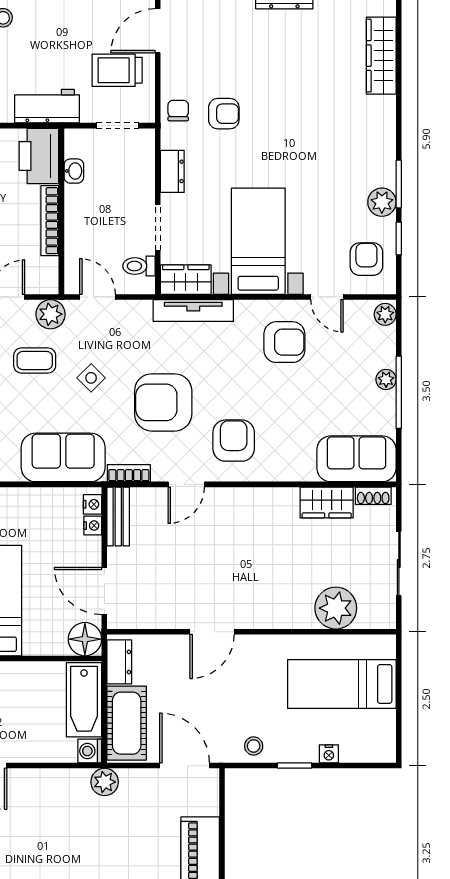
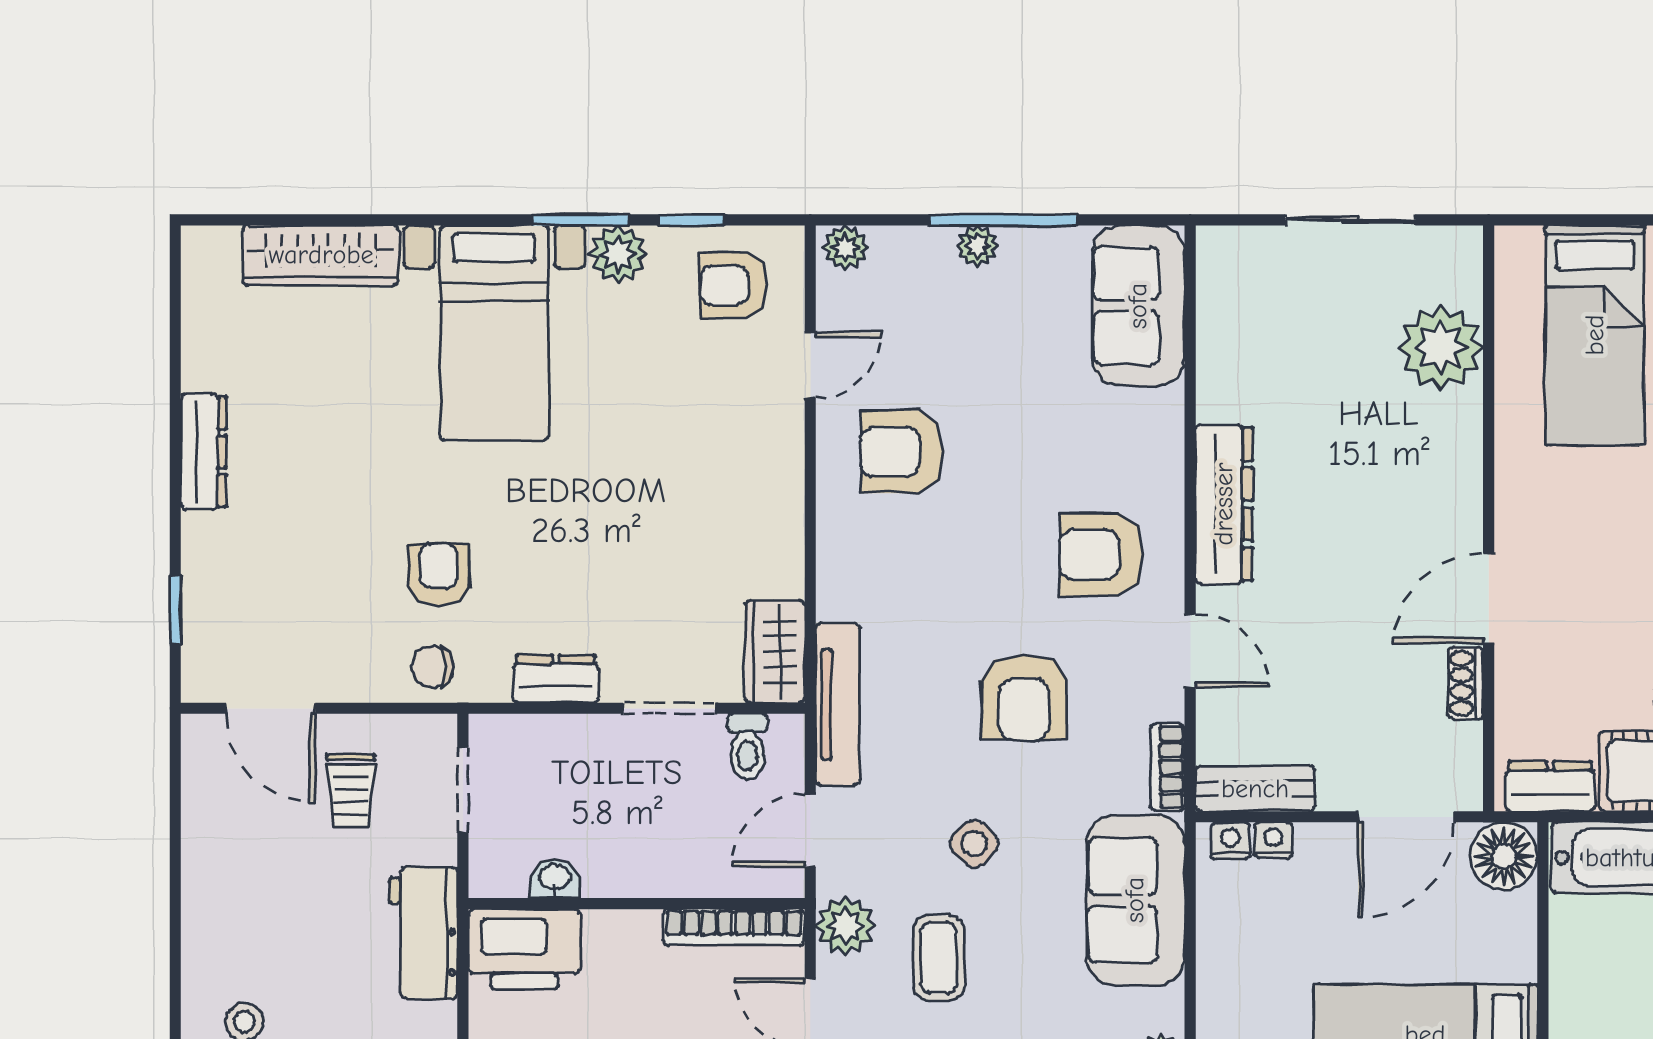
trolley: (117, 70) -> (351, 791), width x0.73, depth x0.72
bookcase: (50, 221) -> (734, 927), moved
bed with nightstands: (258, 241) -> (494, 333), moved, turned -90
tv unit: (193, 311) -> (838, 704), moved
armchair: (284, 342) -> (902, 452), turned -90
armchair: (163, 402) -> (1024, 697), width x0.73, depth x0.73
shoe rack: (373, 496) -> (1466, 683), moved, turned 180
dresser: (259, 501) -> (1224, 504), added
wardrobe: (327, 503) -> (1227, 366), removed
door: (212, 632) -> (1489, 598), swing flipped

